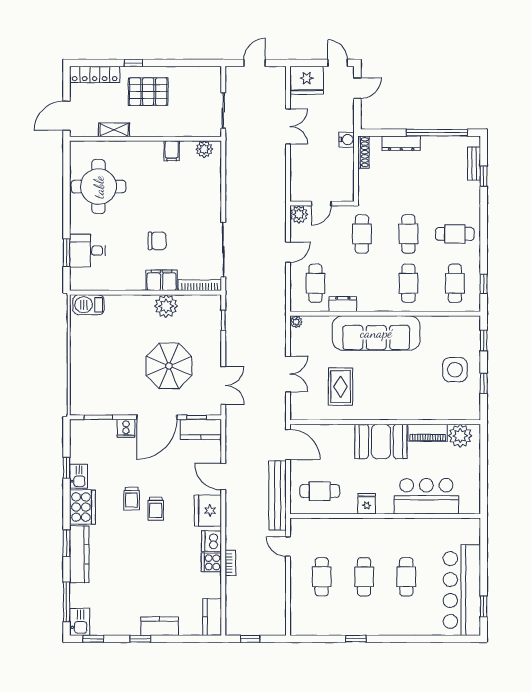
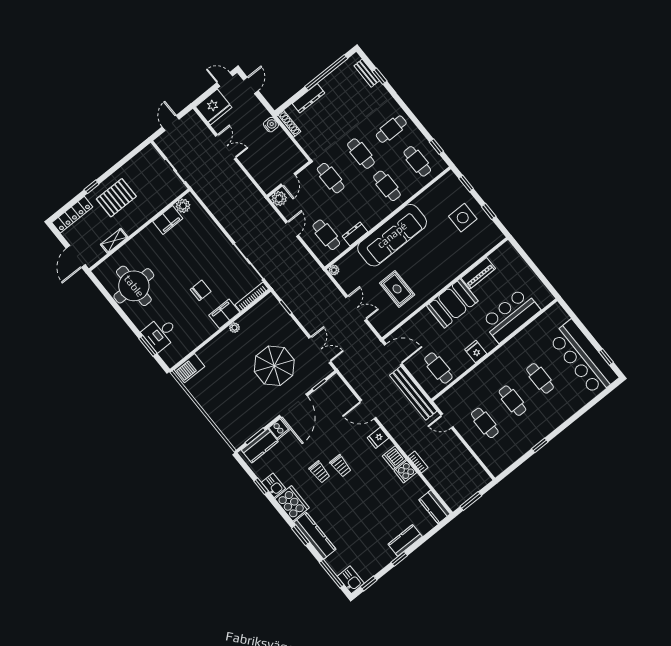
filing cabinet: (172, 151) -> (168, 220), width x2.00
plant: (166, 306) -> (234, 328), width x0.53, depth x0.53
kitchen counter: (201, 429) -> (260, 446), moved
plant: (460, 436) -> (501, 258), removed
cafe table: (320, 491) -> (438, 368), turned 90
fridge: (208, 511) -> (378, 438), width x0.53, depth x0.75
window: (250, 639) -> (471, 501), width x1.50

